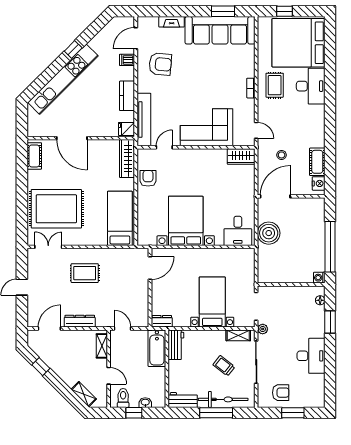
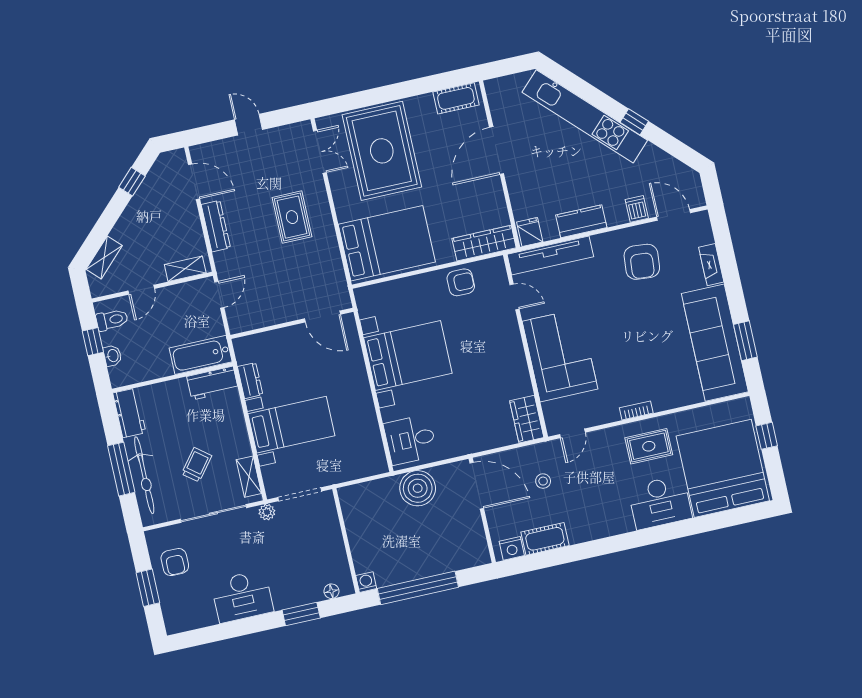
bed: (120, 218) -> (387, 243), width x1.50
dresser: (162, 321) -> (250, 381), moved

